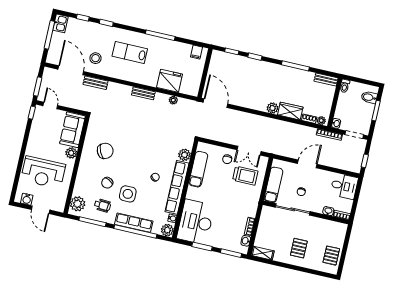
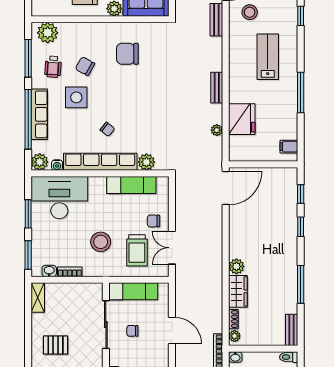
chair: (105, 151) -> (127, 54), turned 114
stool: (233, 200) -> (101, 242), added

